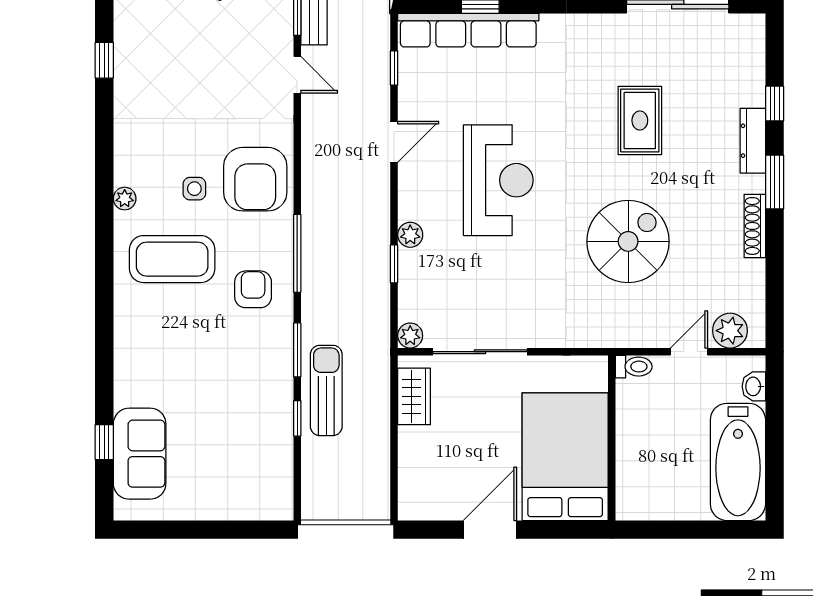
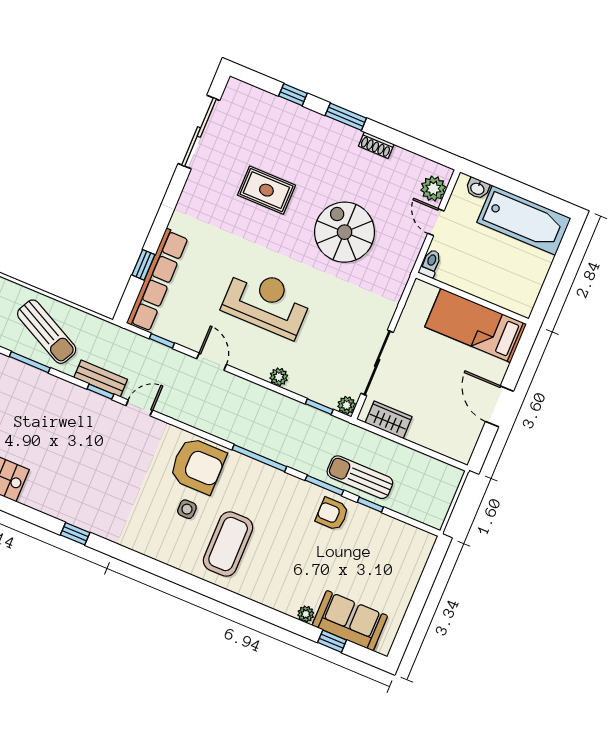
dresser: (753, 141) -> (312, 120), removed
plant: (125, 199) -> (306, 614), moved
shoe rack: (755, 226) -> (376, 145), width x0.70
window: (394, 264) -> (319, 407), moved
armchair: (253, 289) -> (332, 514), moved
bed: (565, 457) -> (476, 325), width x0.67

